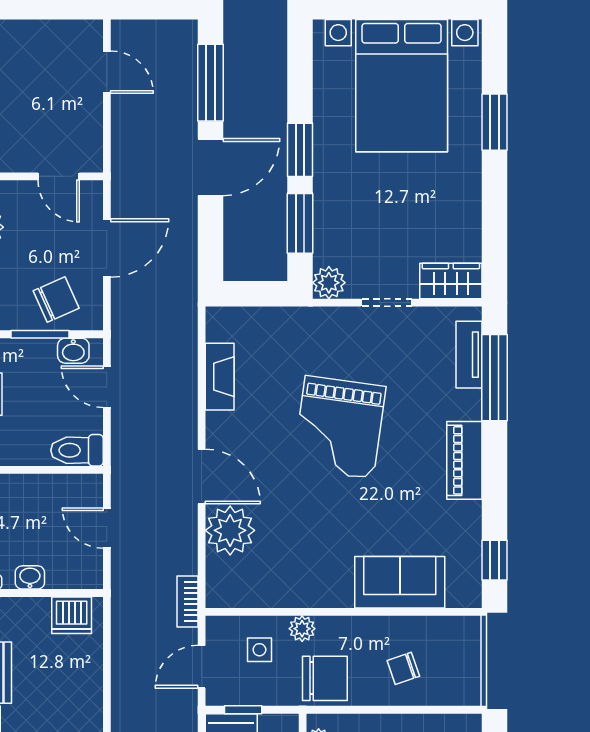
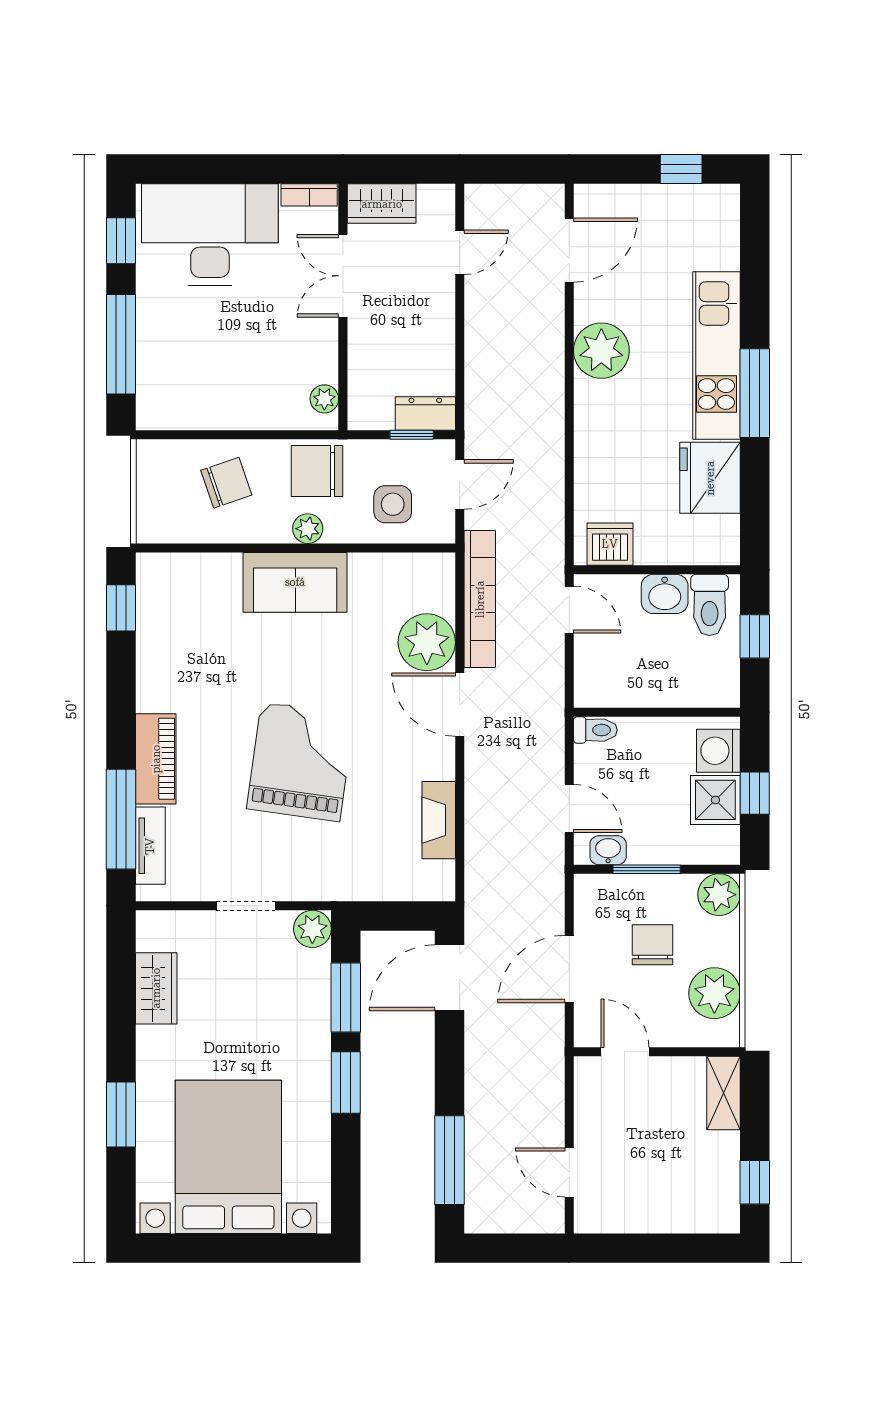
door: (210, 167) -> (449, 978), moved
wardrobe: (451, 281) -> (156, 988), moved, turned -90
chair: (56, 300) -> (653, 945), moved, turned 114
toilet: (77, 450) -> (595, 730), width x0.73, depth x0.72
piano: (464, 460) -> (156, 759), moved
door: (107, 528) -> (569, 610), moved
washbasin: (30, 577) -> (665, 594), width x1.38, depth x1.45
sofa: (400, 582) -> (295, 582), moved
bookcase: (188, 602) -> (480, 599), width x2.31, depth x1.31
plant: (302, 629) -> (308, 529), moved
side table: (259, 650) -> (393, 504), width x1.37, depth x1.37
chair: (403, 668) -> (226, 483), width x1.37, depth x1.37

